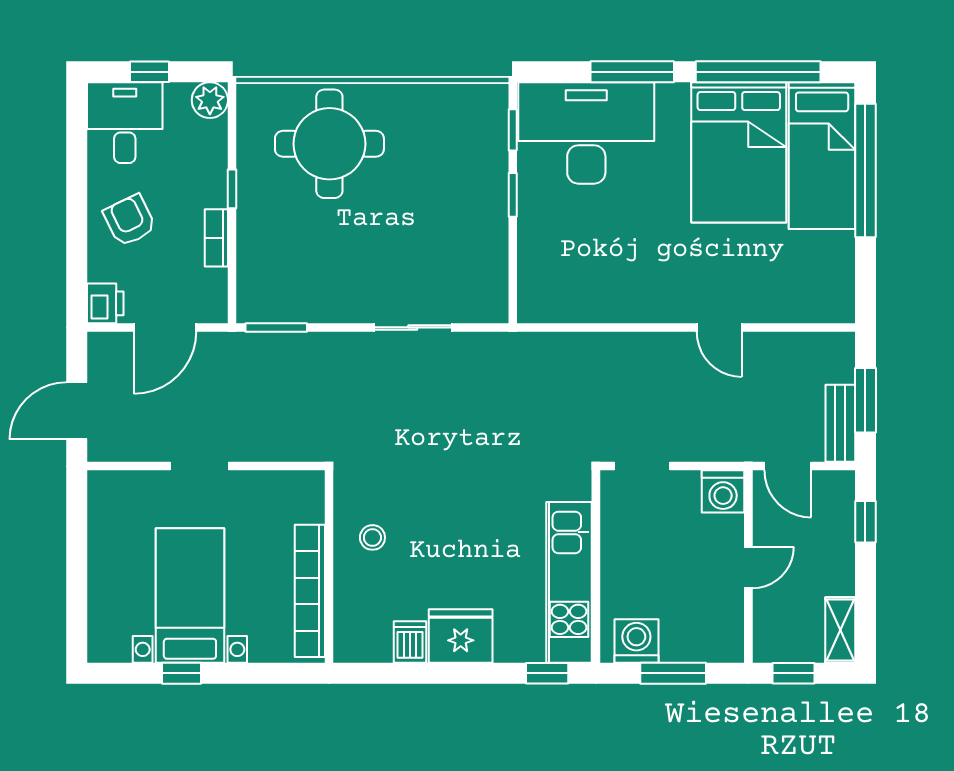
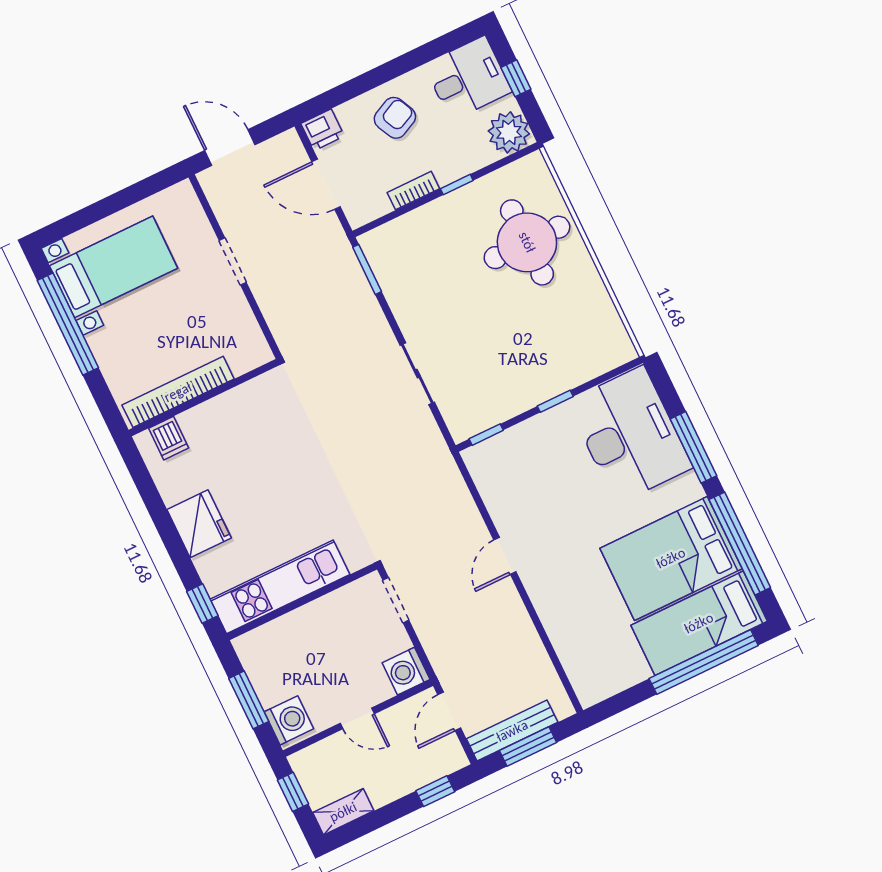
plant: (210, 100) -> (509, 132), width x1.36, depth x1.36
window: (513, 130) -> (486, 435), moved
door: (719, 327) -> (505, 556), moved
bench: (840, 423) -> (512, 731), width x1.36
stool: (372, 537) -> (242, 420), removed
bed with nightstands: (190, 595) -> (114, 267), moved
washing machine: (636, 641) -> (289, 720), moved
dishwasher: (410, 642) -> (169, 438), moved, turned 90
window: (182, 673) -> (68, 324), width x3.17

